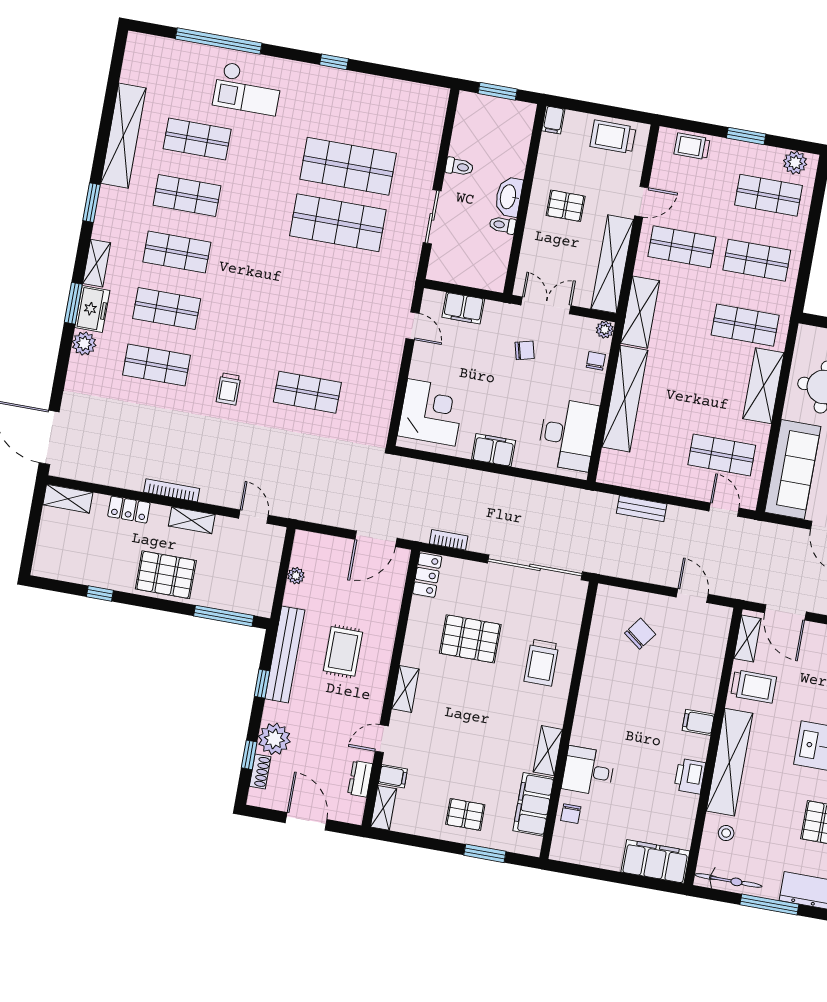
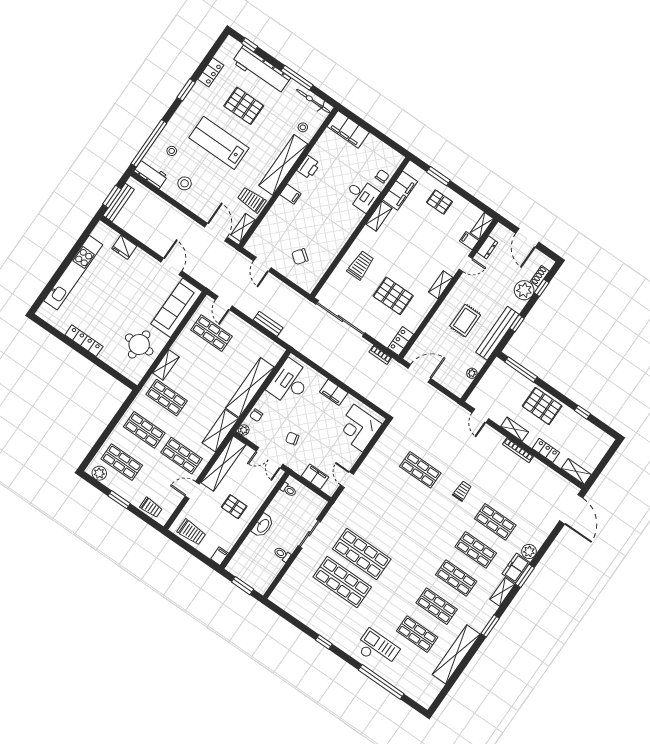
toilet: (503, 225) -> (288, 490), moved
shelving: (763, 386) -> (166, 365), width x0.67, depth x0.75

